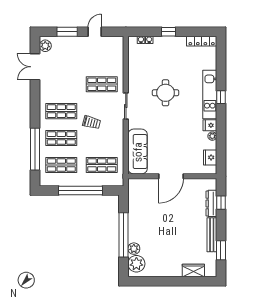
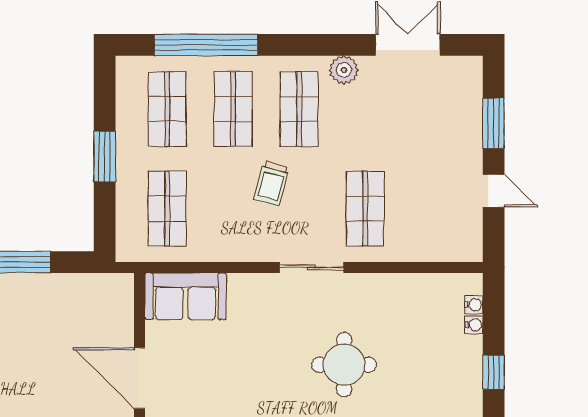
plant: (45, 46) -> (344, 70), moved
sofa: (138, 152) -> (186, 296), width x0.73
window: (81, 190) -> (105, 157), width x0.47

